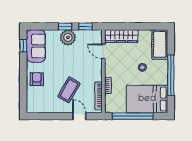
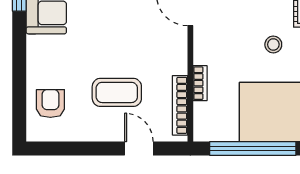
armchair: (37, 79) -> (50, 104), moved
coffee table: (69, 90) -> (117, 92), turned 60

